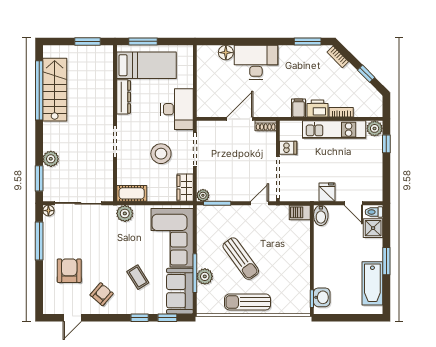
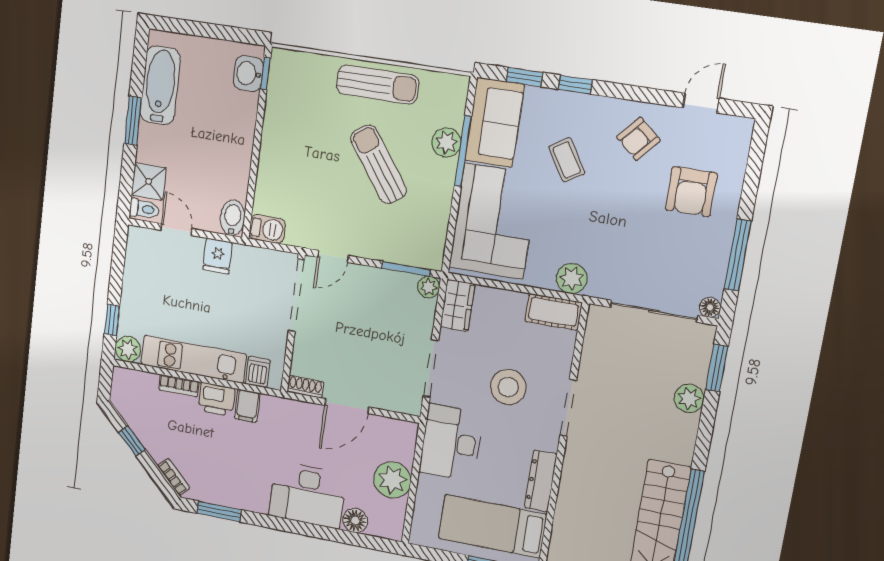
plant: (208, 81) -> (392, 480), added
dishwasher: (288, 148) -> (258, 372), moved, turned 90
stool: (161, 154) -> (508, 387), moved

